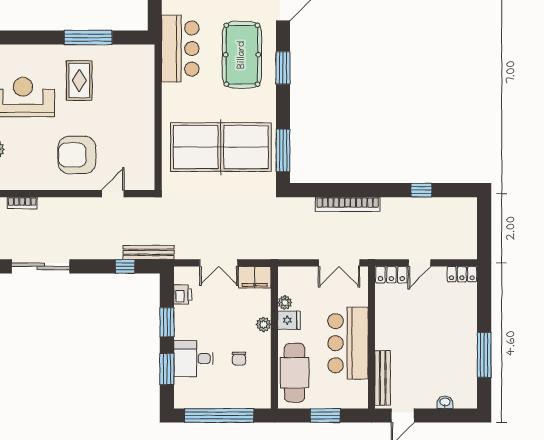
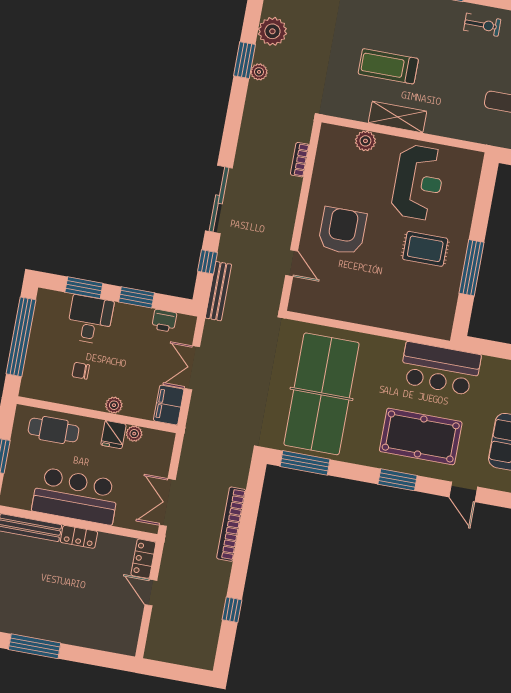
sliding door: (41, 266) -> (219, 199), moved
locker: (462, 274) -> (79, 537), moved, turned -90
cafe table: (295, 373) -> (54, 430), width x0.73, depth x0.74

